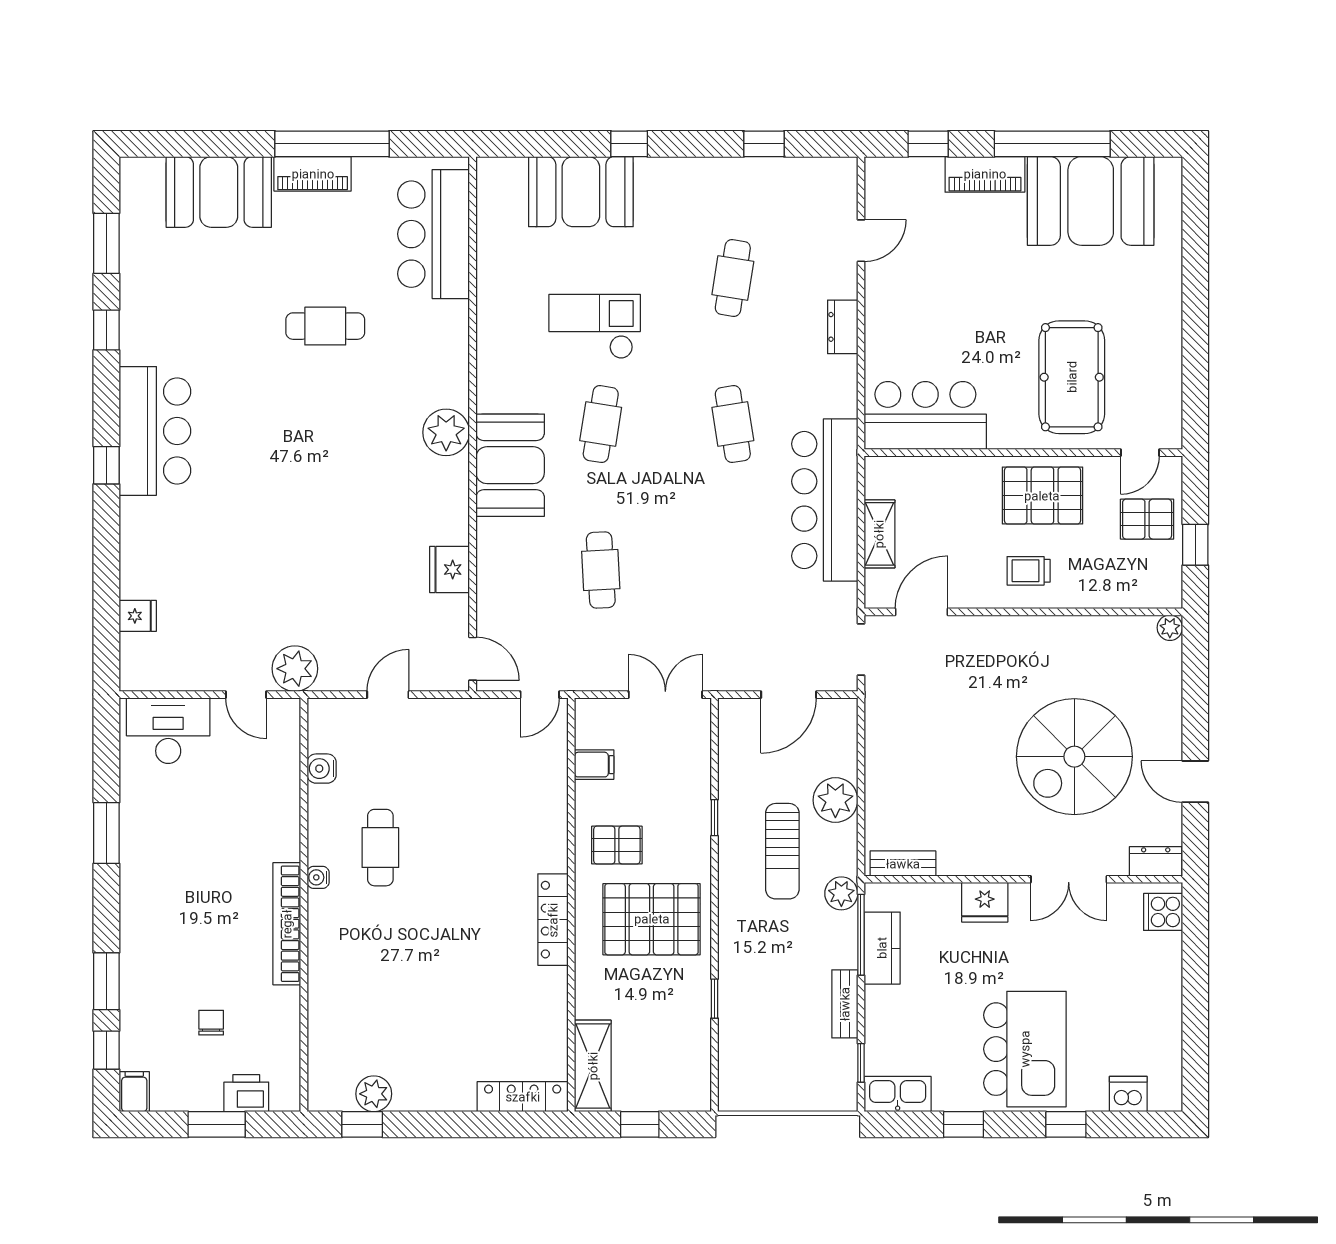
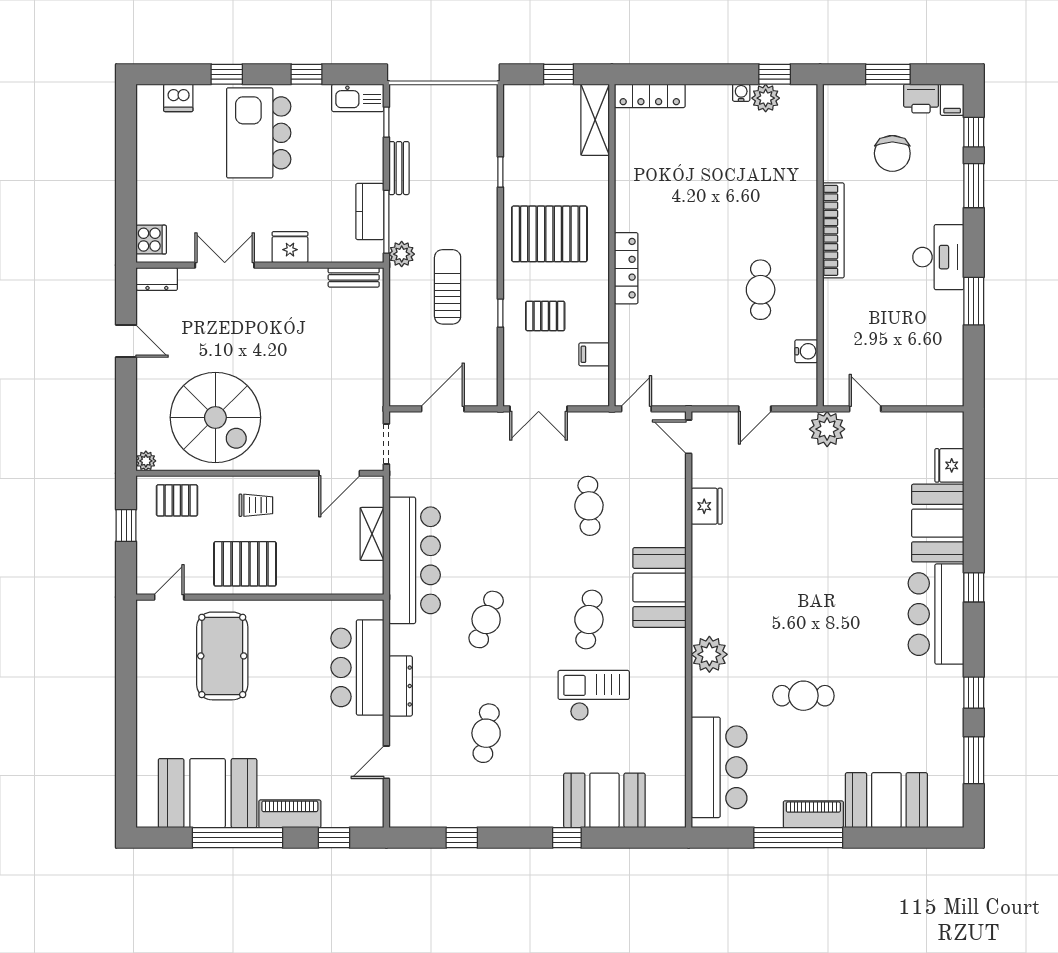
checkout: (595, 326) -> (594, 695), turned 180
dresser: (843, 327) -> (401, 686), width x1.44
bar counter: (925, 415) -> (357, 667), moved, turned 90
cafe table: (733, 424) -> (486, 619), turned 30
plant: (446, 432) -> (709, 654), moved
pallet: (1147, 519) -> (177, 500), moved
booth: (153, 548) -> (938, 523), added
fridge: (138, 616) -> (949, 465), width x1.38
desk: (168, 731) -> (938, 257), moved, turned -90
spiral stairs: (1074, 757) -> (215, 417), moved, turned 90
plant: (835, 800) -> (406, 327), removed
pallet: (617, 845) -> (545, 316), moved
water cooler: (318, 877) -> (741, 93), moved, turned -90
locker: (553, 920) -> (626, 268), moved
chair: (211, 1023) -> (892, 153), width x1.87, depth x1.87
printer: (246, 1093) -> (921, 99), moved

